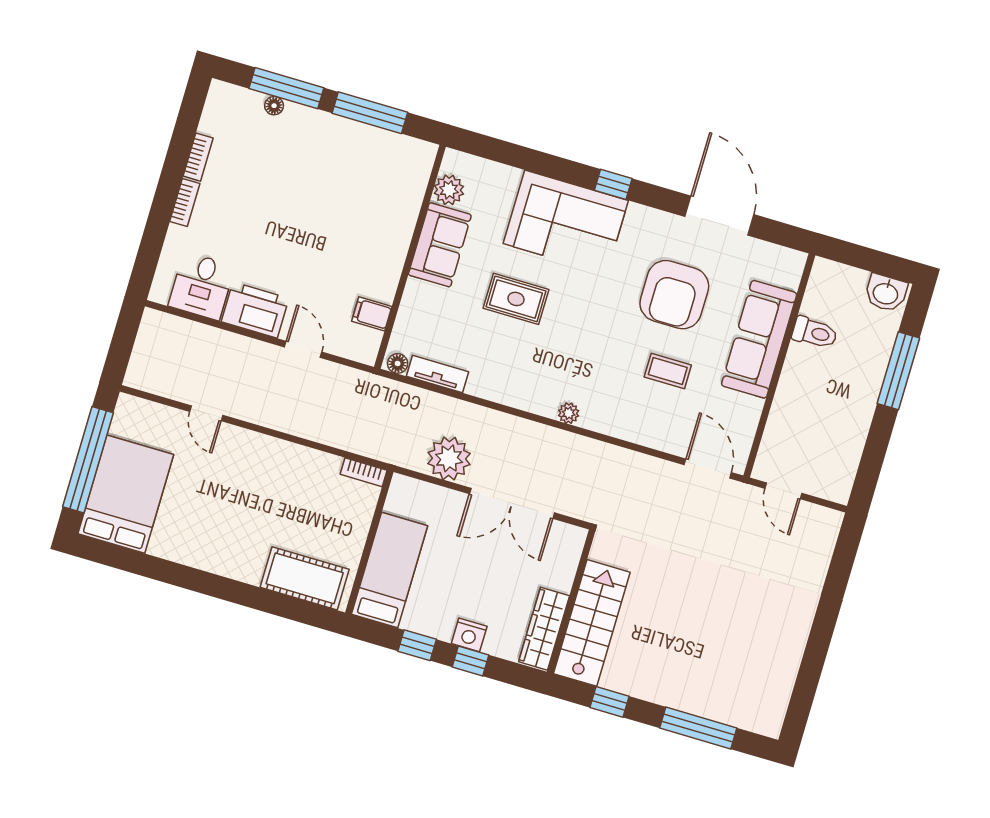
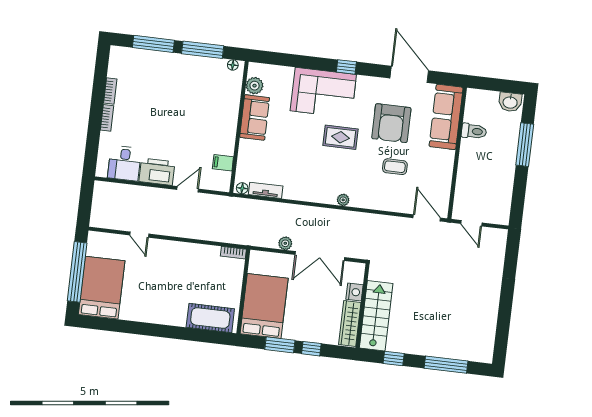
floor lamp: (274, 106) -> (233, 65), moved
rug: (516, 299) -> (341, 137), moved
sofa: (759, 339) -> (446, 117), moved
door: (303, 349) -> (188, 189), hinge flipped
plant: (449, 458) -> (285, 243), width x0.53, depth x0.53
bed: (390, 570) -> (264, 306), width x1.50
nightstand: (469, 635) -> (355, 292), moved, turned -90
window: (417, 645) -> (280, 345), width x1.50

